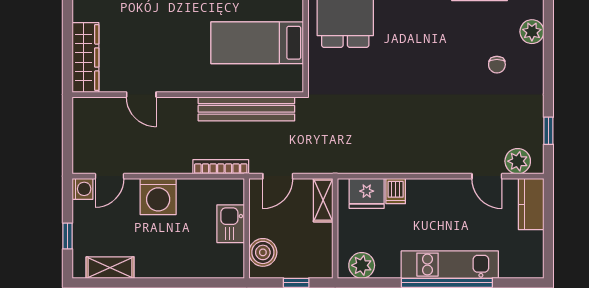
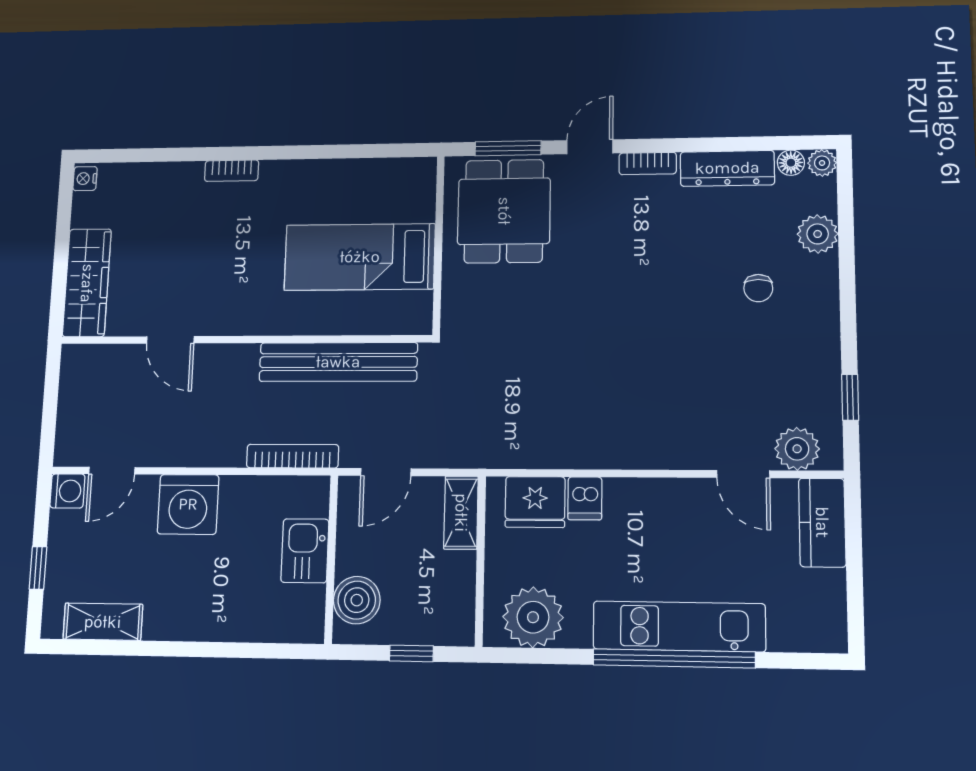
plant: (362, 265) -> (533, 617), width x1.36, depth x1.36

